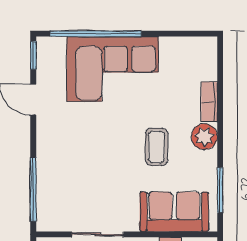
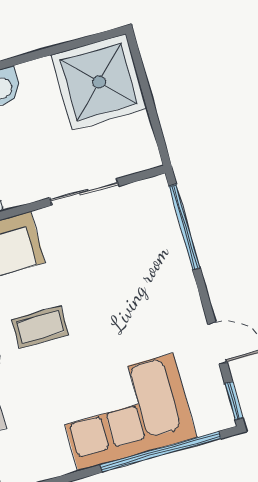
coffee table: (157, 147) -> (40, 327), turned 90

